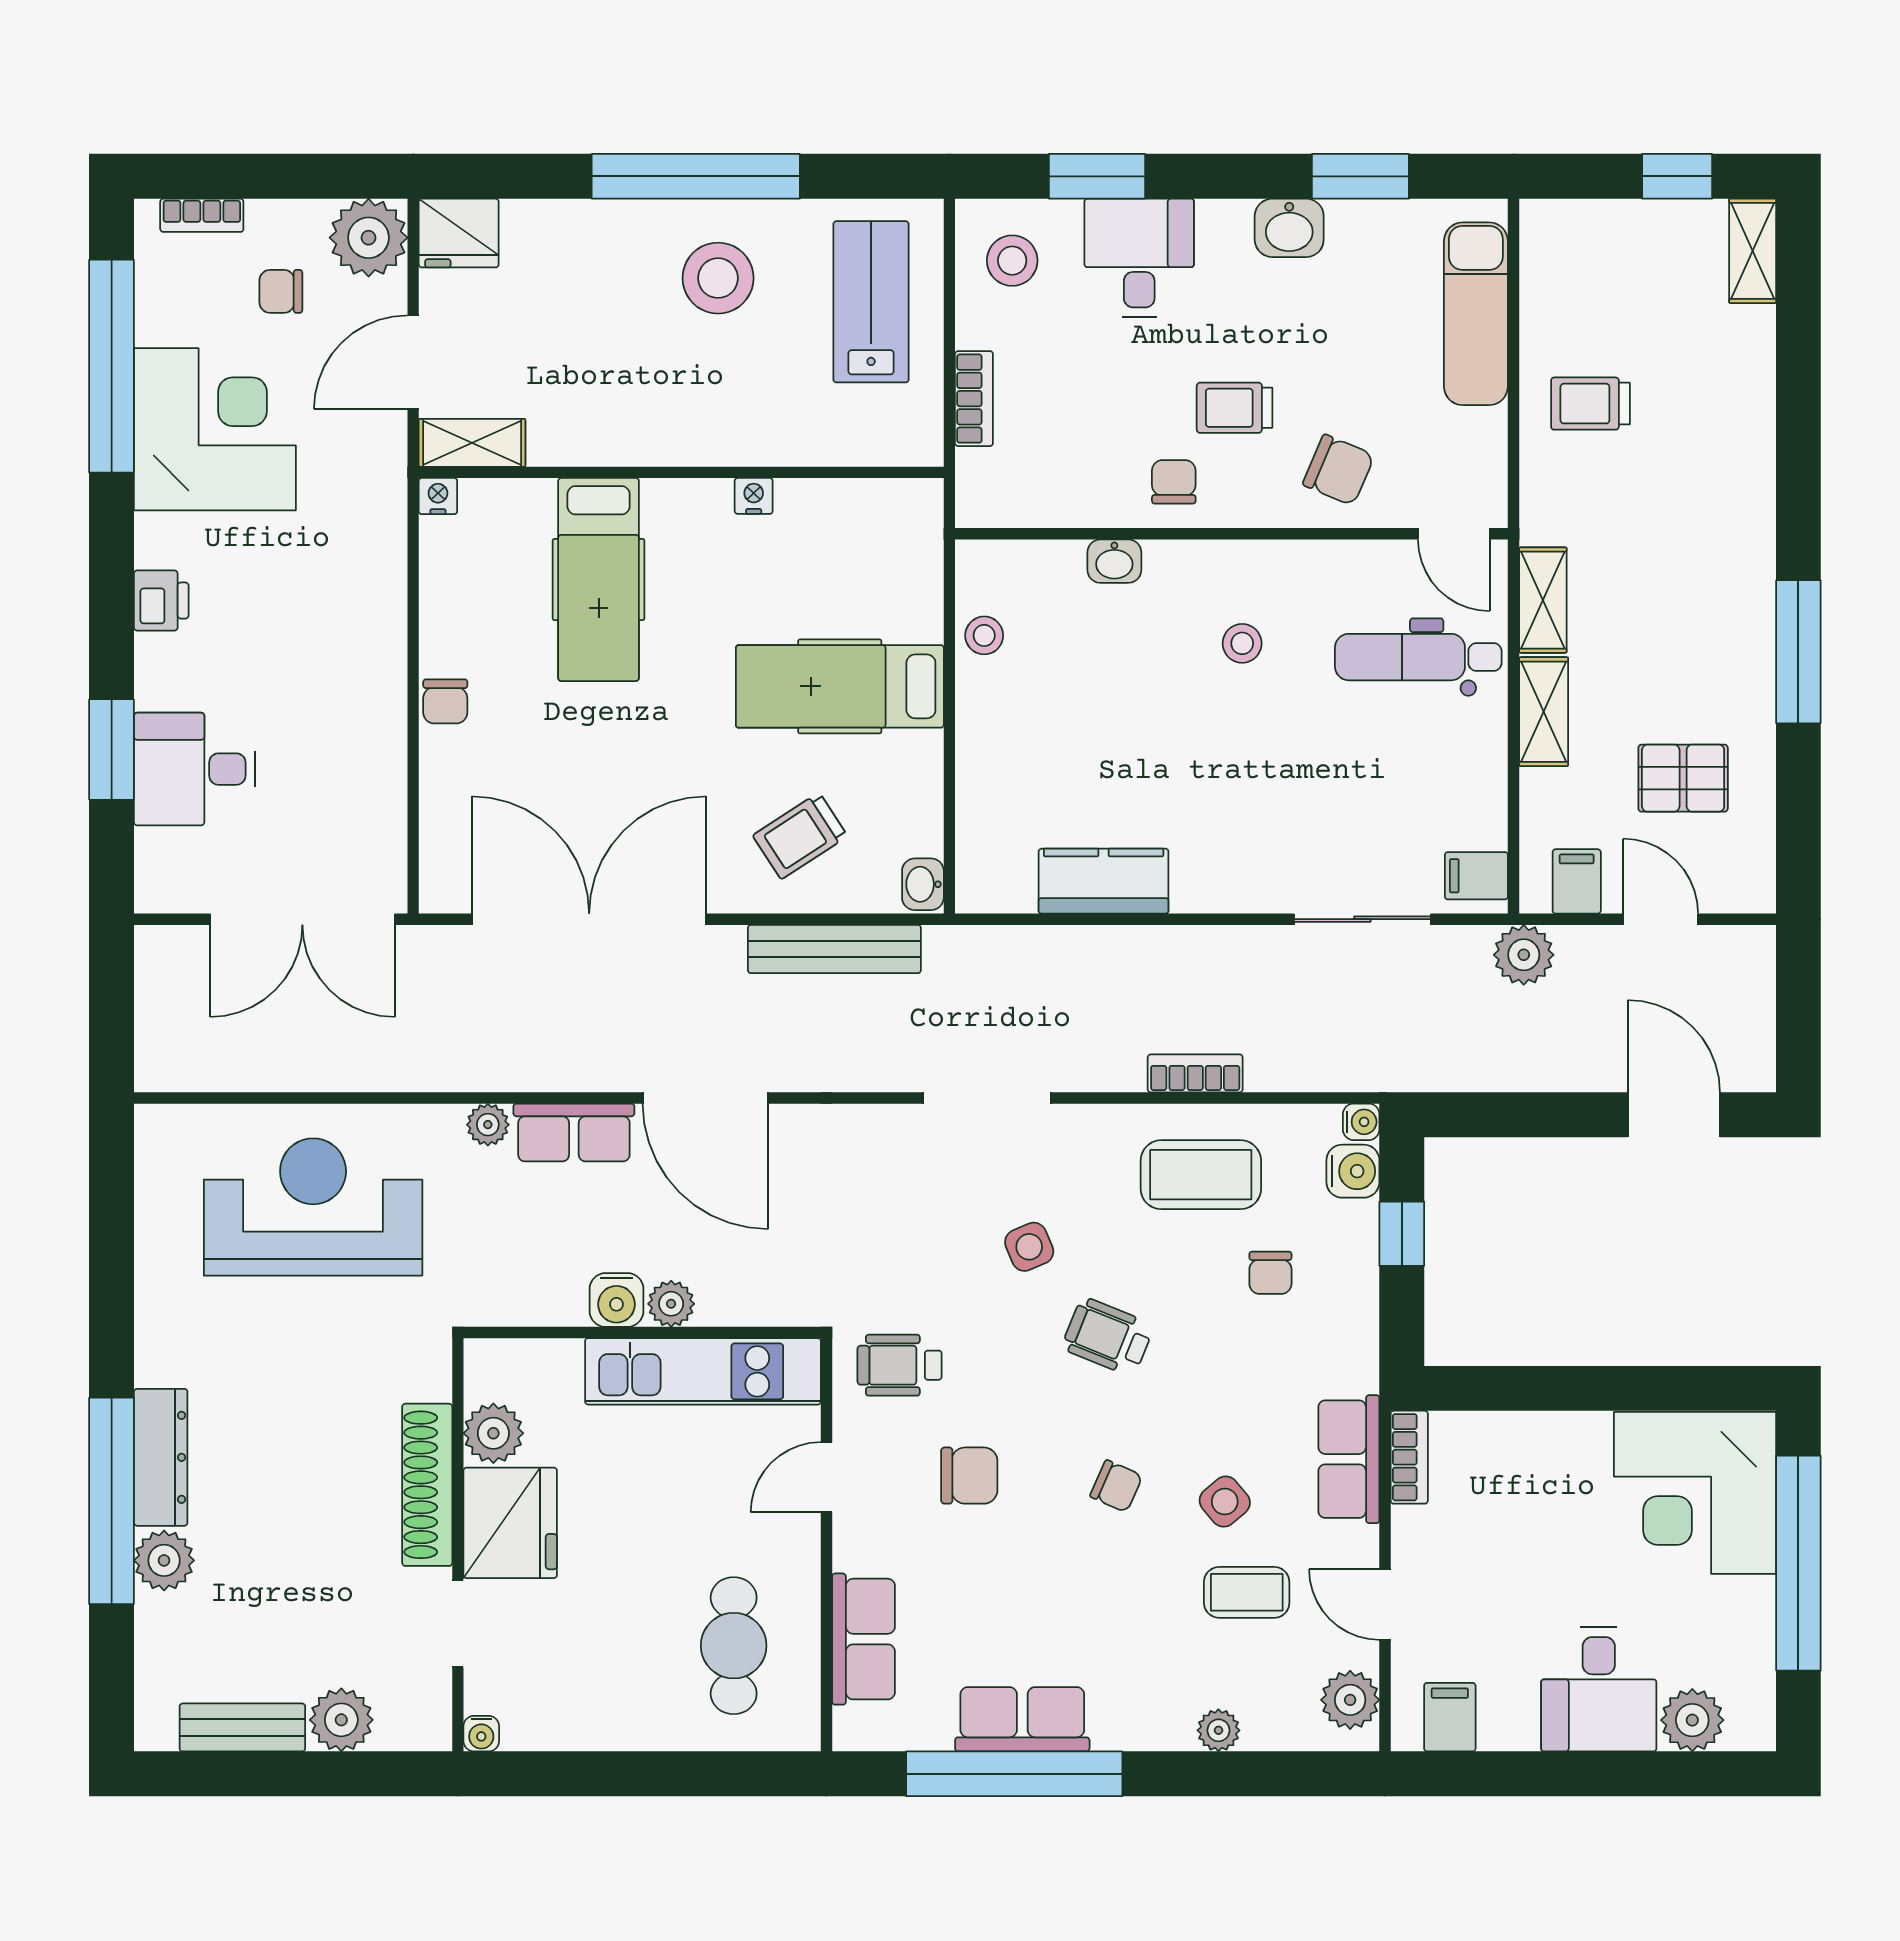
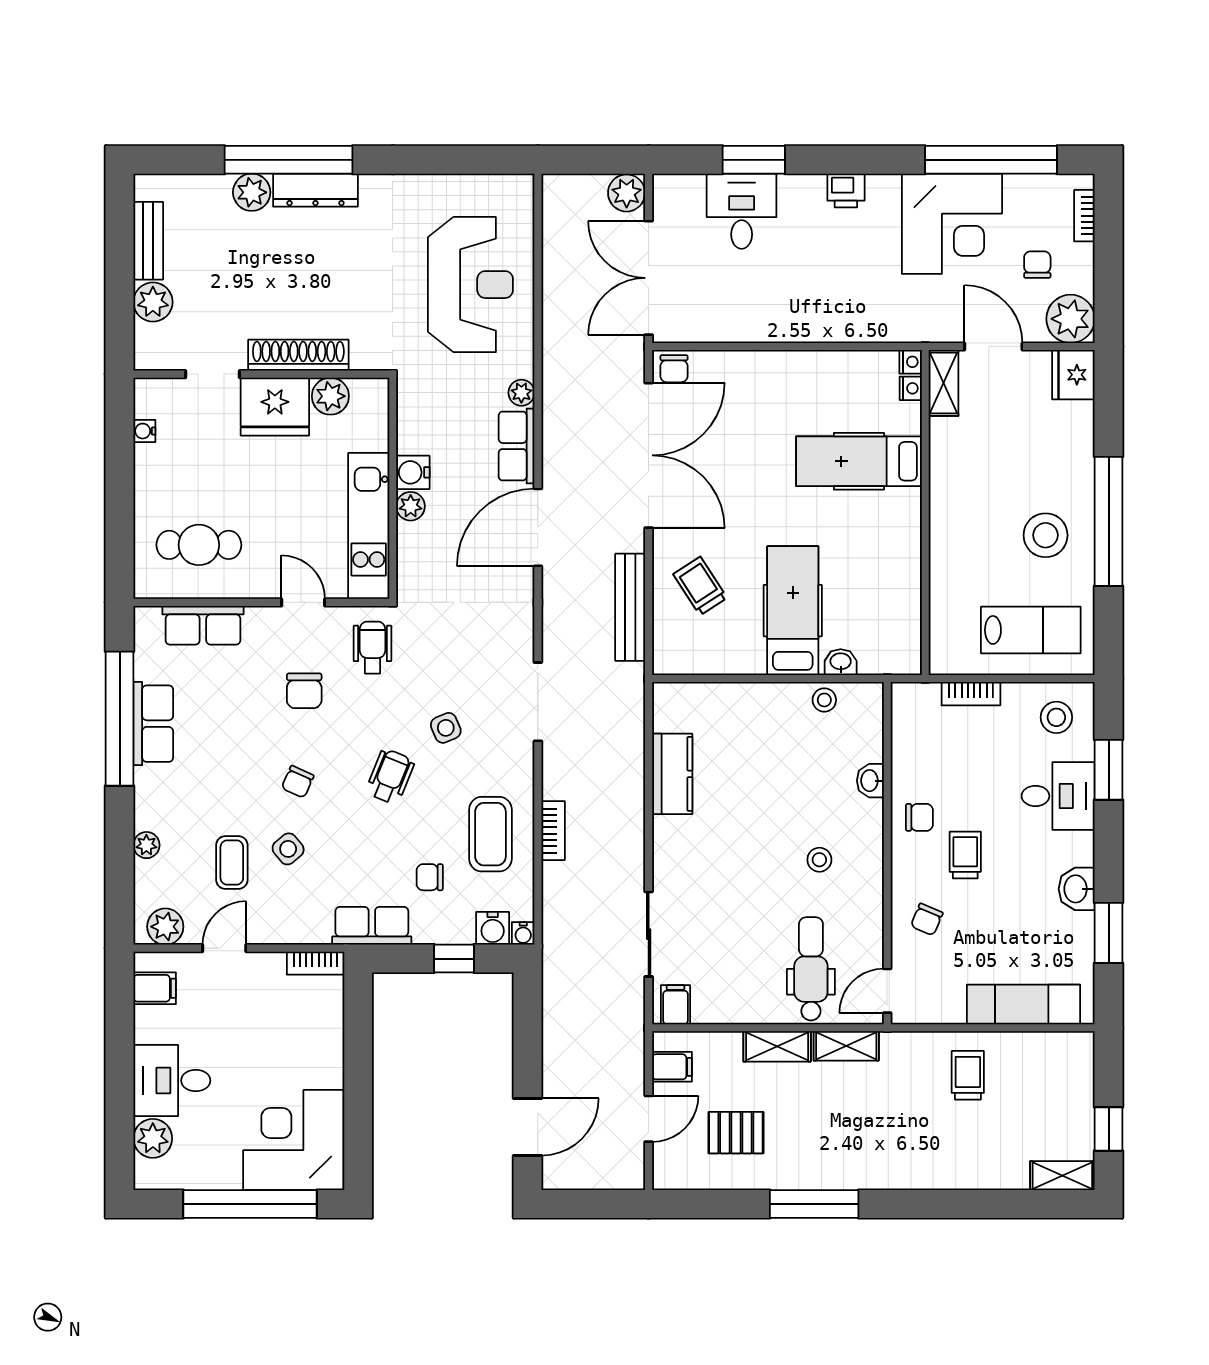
chair: (1339, 470) -> (927, 919), width x0.73, depth x0.73
nightstand: (754, 496) -> (911, 388), moved
chair: (445, 701) -> (674, 369), moved, turned -90
pallet: (1683, 778) -> (736, 1133), turned 90
washbasin: (923, 884) -> (841, 662), moved
plant: (1524, 955) -> (627, 193), moved
row of seats: (1349, 1459) -> (372, 926), moved
water cooler: (481, 1734) -> (144, 431), moved

